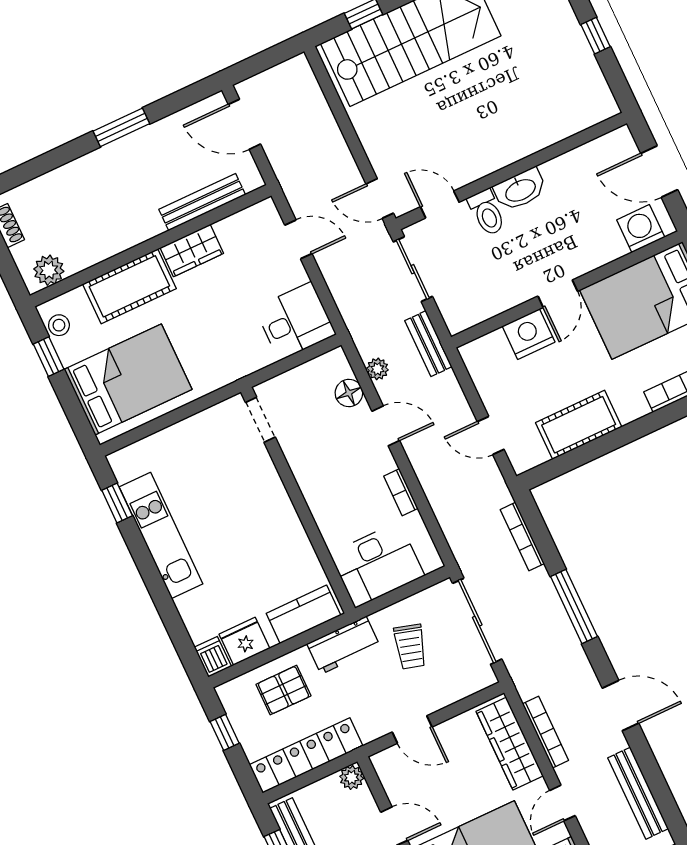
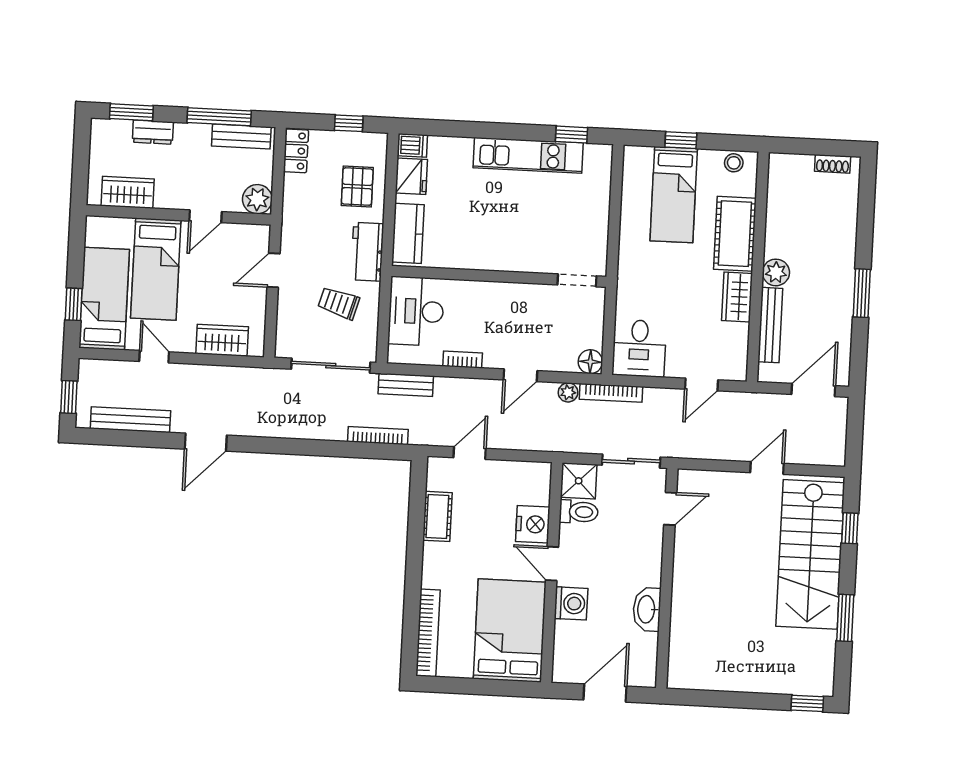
window: (596, 36) -> (737, 700), removed
washbasin: (520, 190) -> (647, 609), moved
door: (380, 199) -> (767, 468), moved
toilet: (487, 213) -> (579, 512), moved, turned 180
washing machine: (641, 229) -> (571, 603), moved
plant: (49, 270) -> (776, 272), moved
shower: (461, 311) -> (579, 481), added
bench: (428, 344) -> (406, 385), moved
window: (49, 357) -> (681, 140), moved
bed: (128, 379) -> (674, 195), width x0.67
floor lamp: (349, 393) -> (590, 362), moved
cot: (579, 425) -> (437, 516), width x0.73, depth x0.75
window: (574, 606) -> (302, 447), removed
bookcase: (545, 732) -> (611, 393), moved
wardrobe: (510, 744) -> (222, 340), width x0.67
locker: (306, 755) -> (296, 151), width x0.46, depth x0.83
plant: (352, 777) -> (257, 199), width x1.38, depth x1.38

